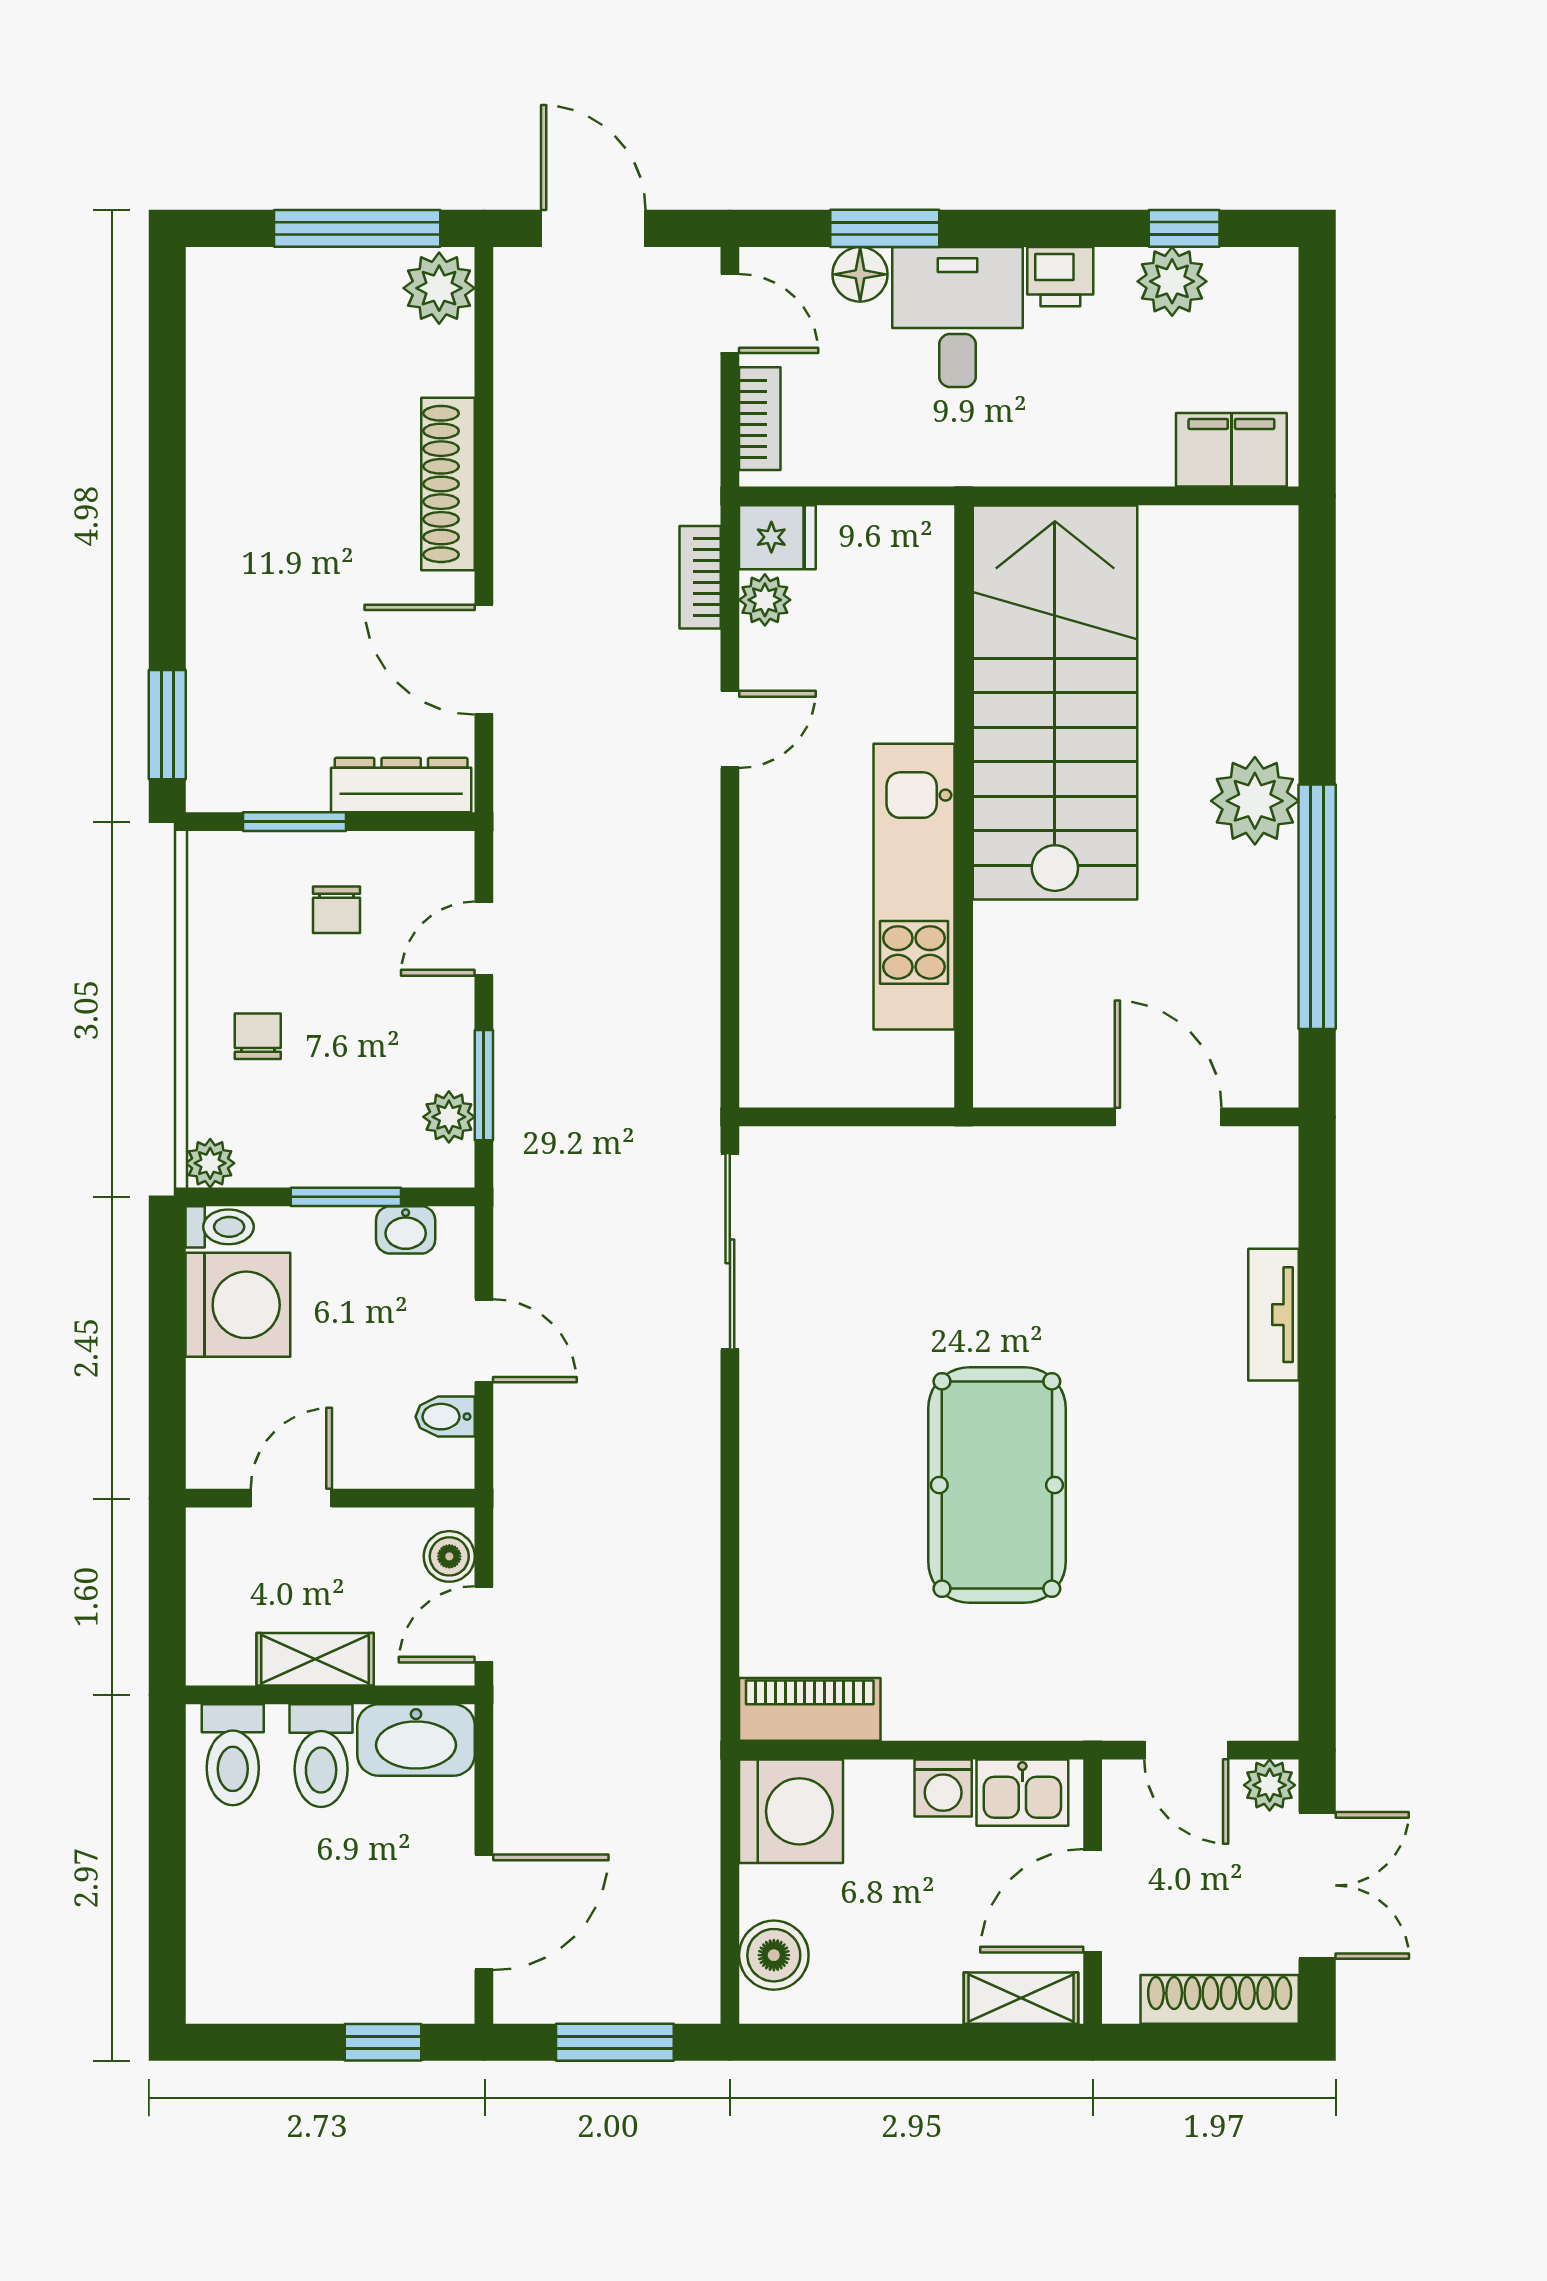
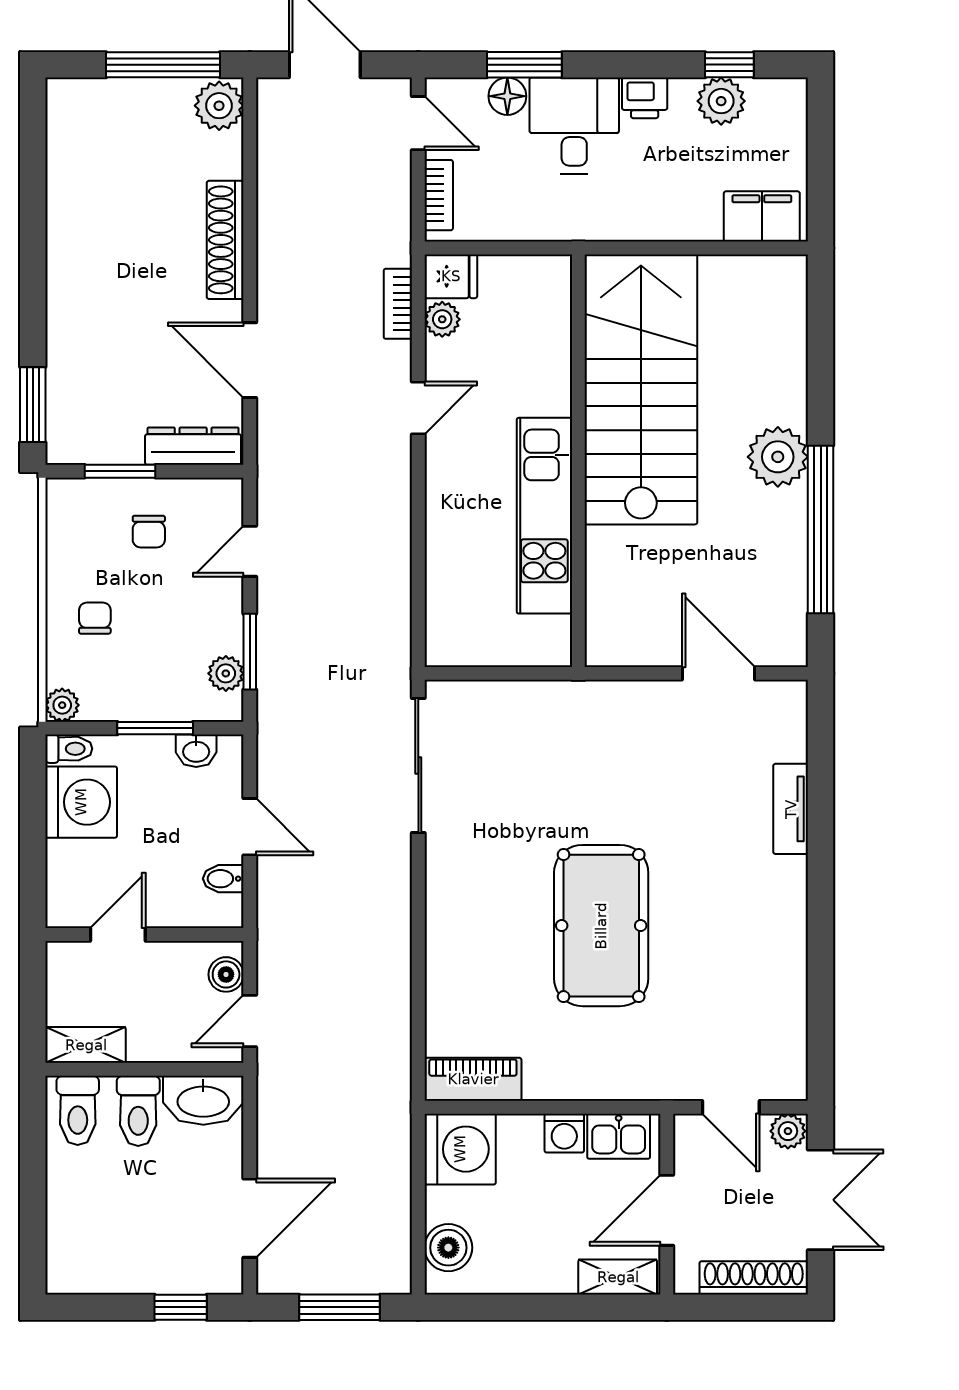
shelving: (315, 1659) -> (86, 1045), moved

